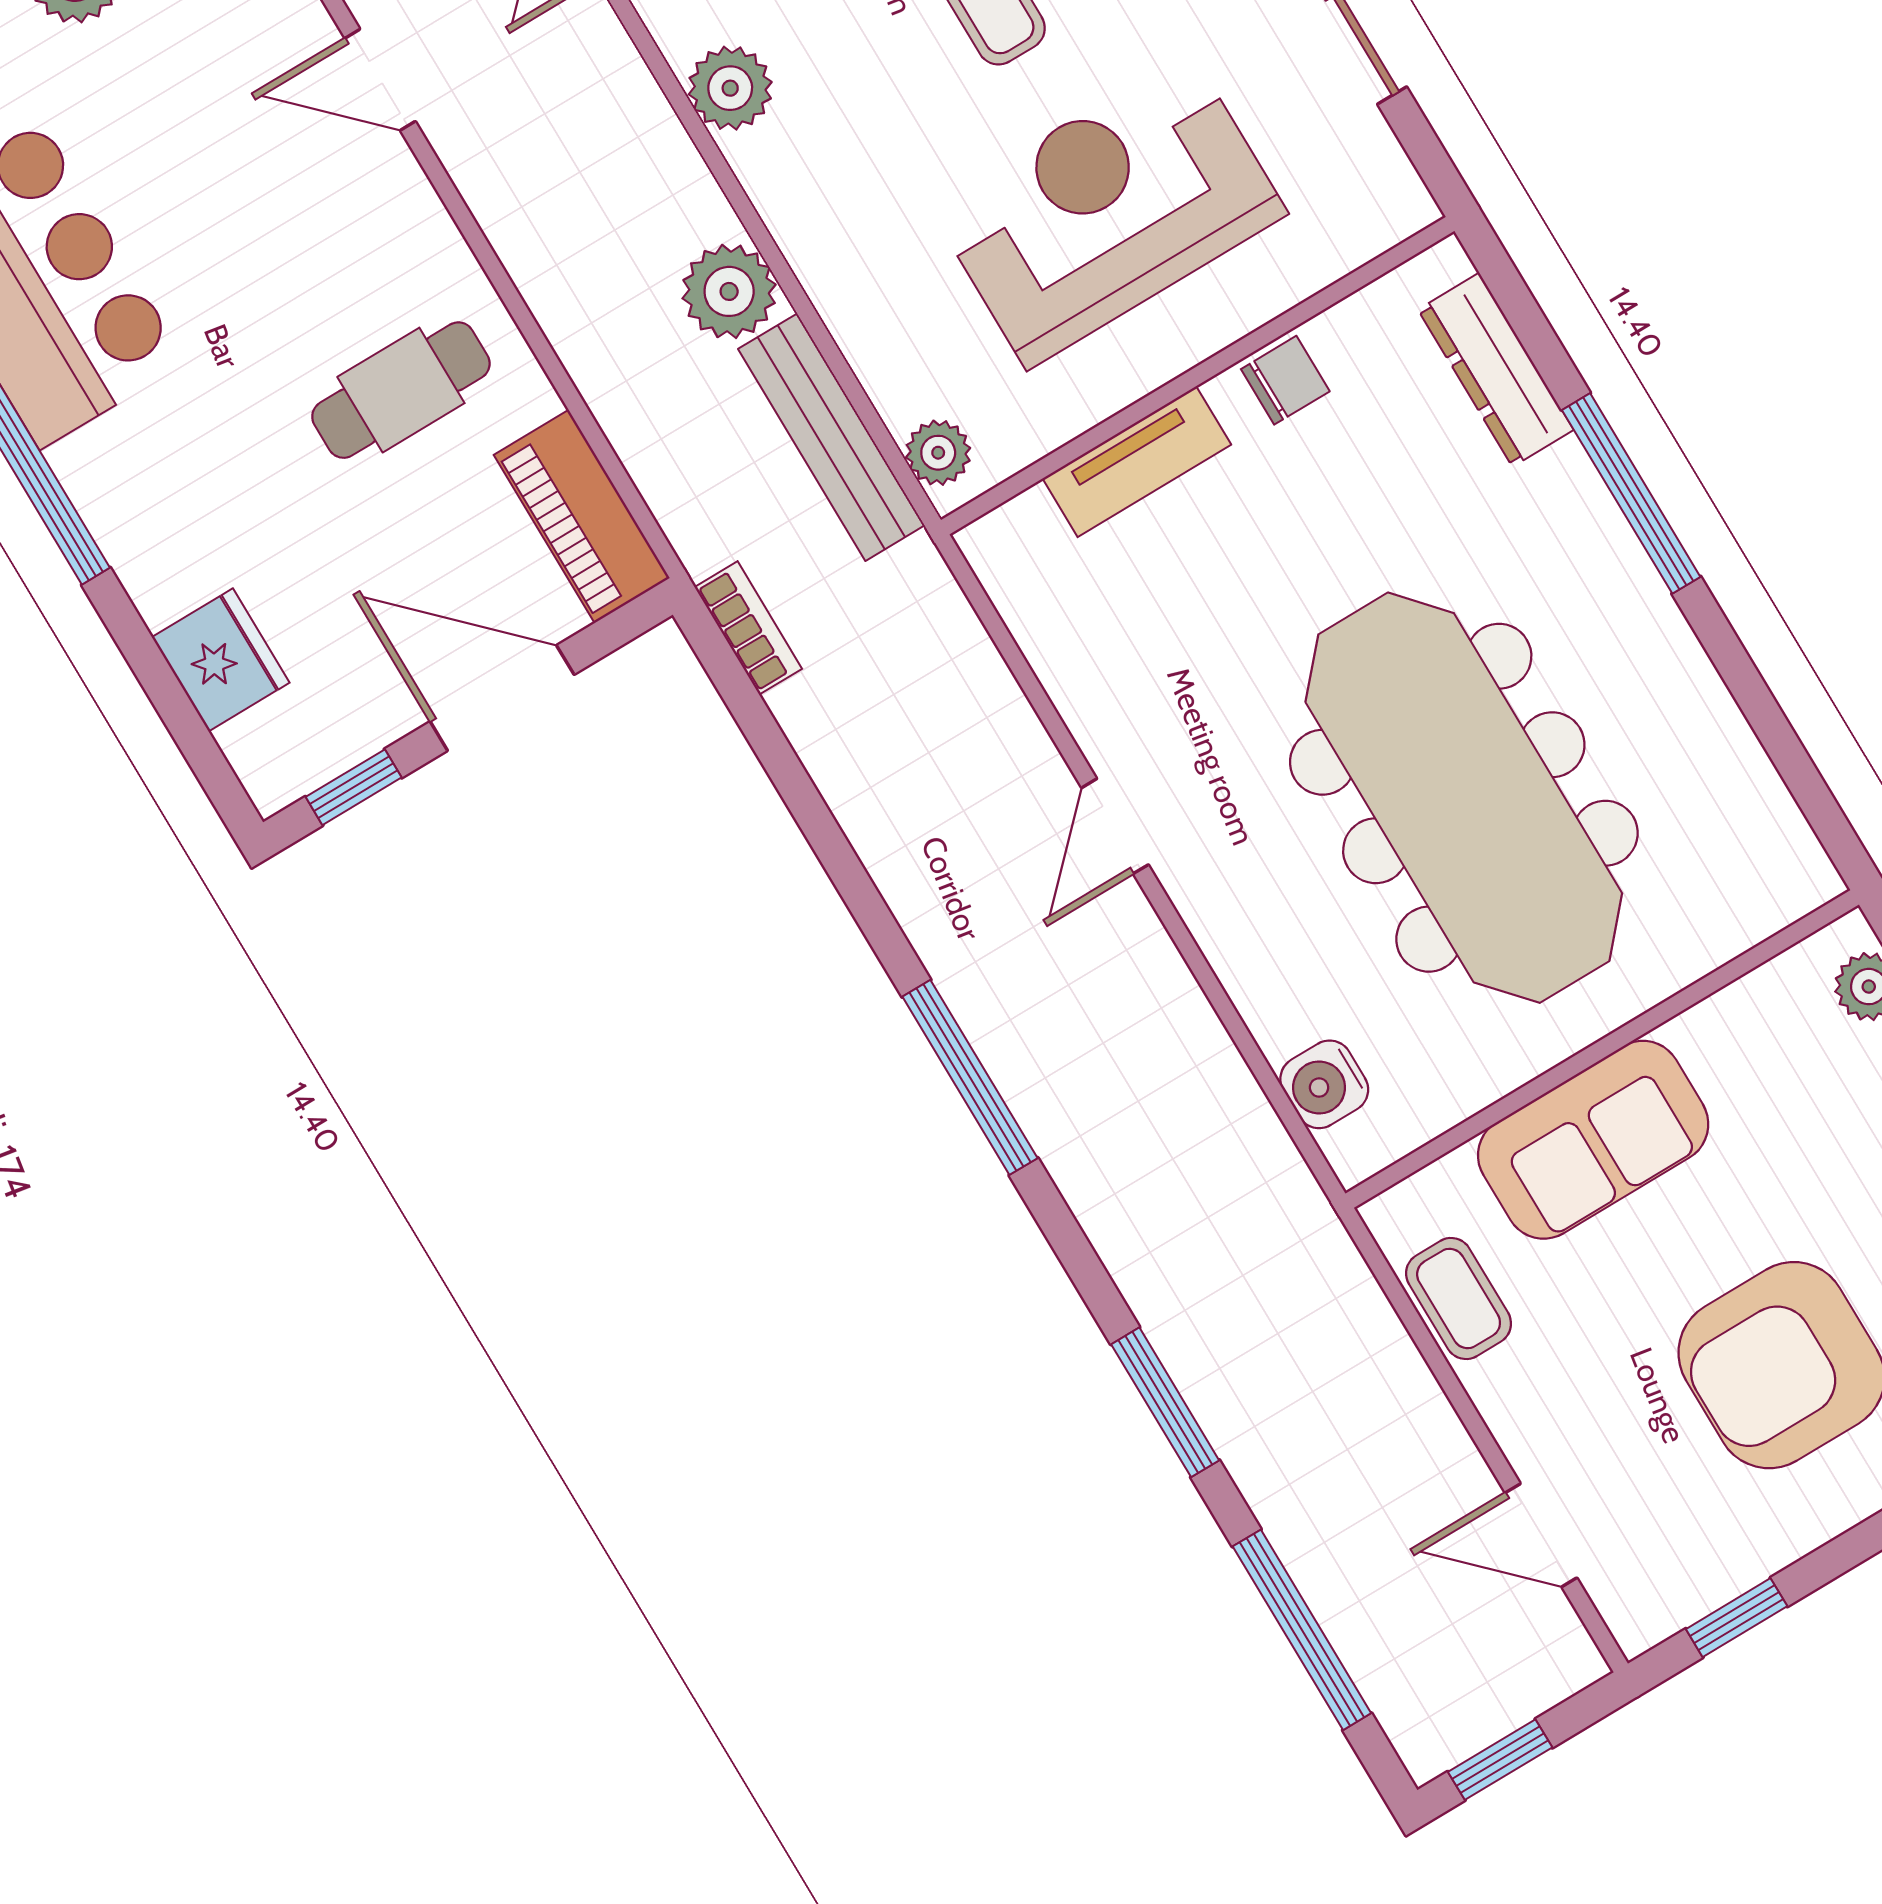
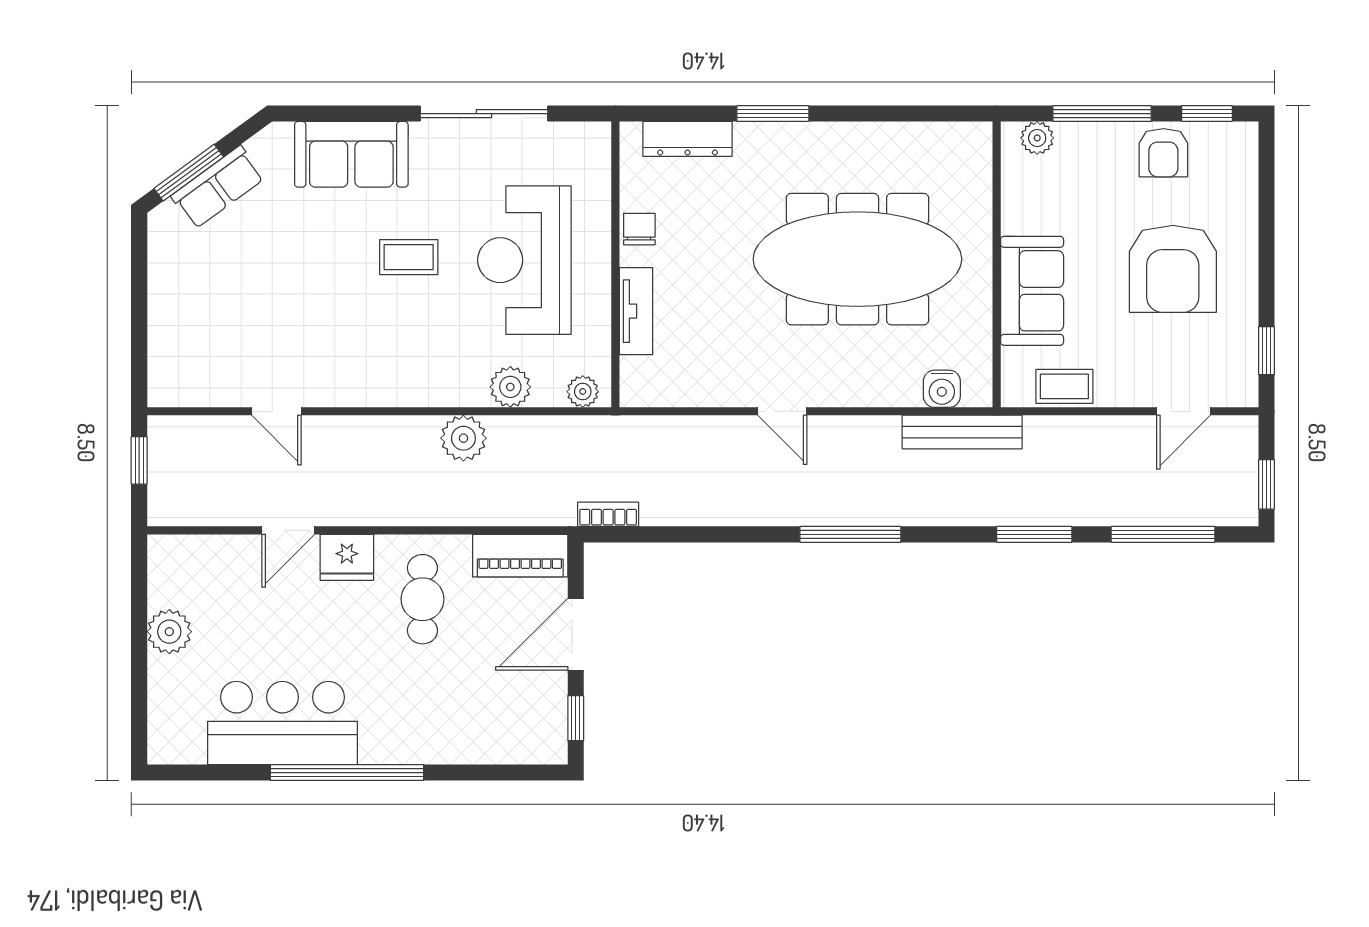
plant: (730, 88) -> (510, 387), moved
bench: (831, 437) -> (962, 432), moved
window: (1631, 493) -> (773, 114), width x0.69
fridge: (221, 660) -> (347, 557), moved, turned 180

